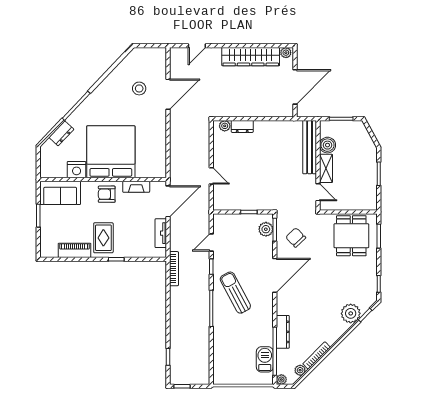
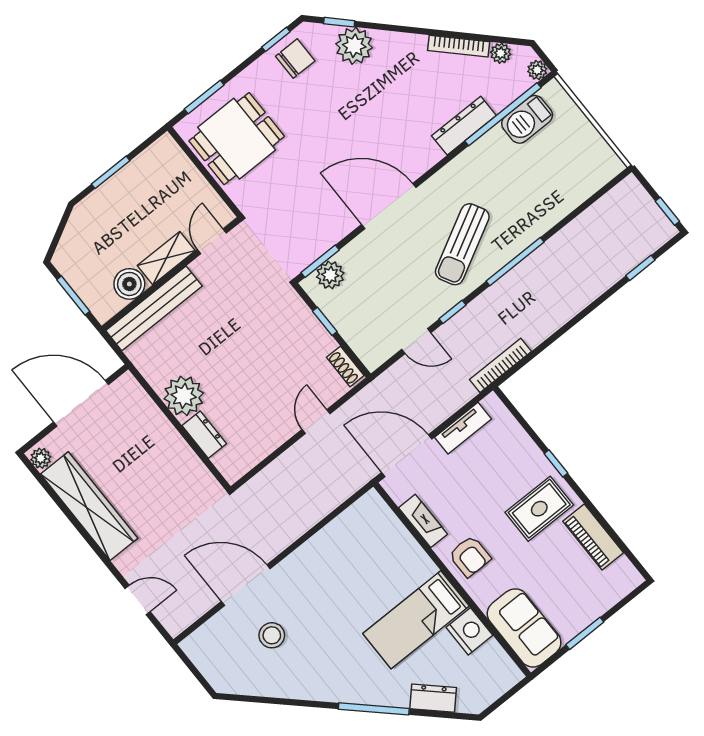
plant: (225, 126) -> (184, 396), moved, width x1.88, depth x1.88
bed: (111, 152) -> (416, 620), width x0.49
shoe rack: (224, 206) -> (345, 366), added
chair: (296, 237) -> (295, 59), moved, turned -136

